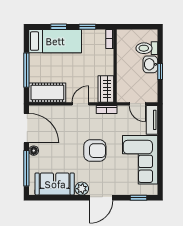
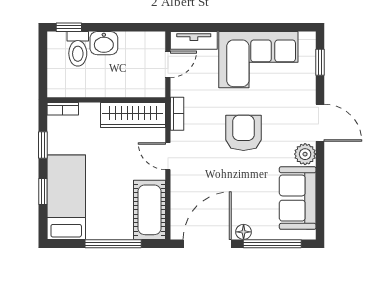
window: (160, 72) -> (69, 27), moved
wardrobe: (106, 89) -> (133, 115), width x1.50

